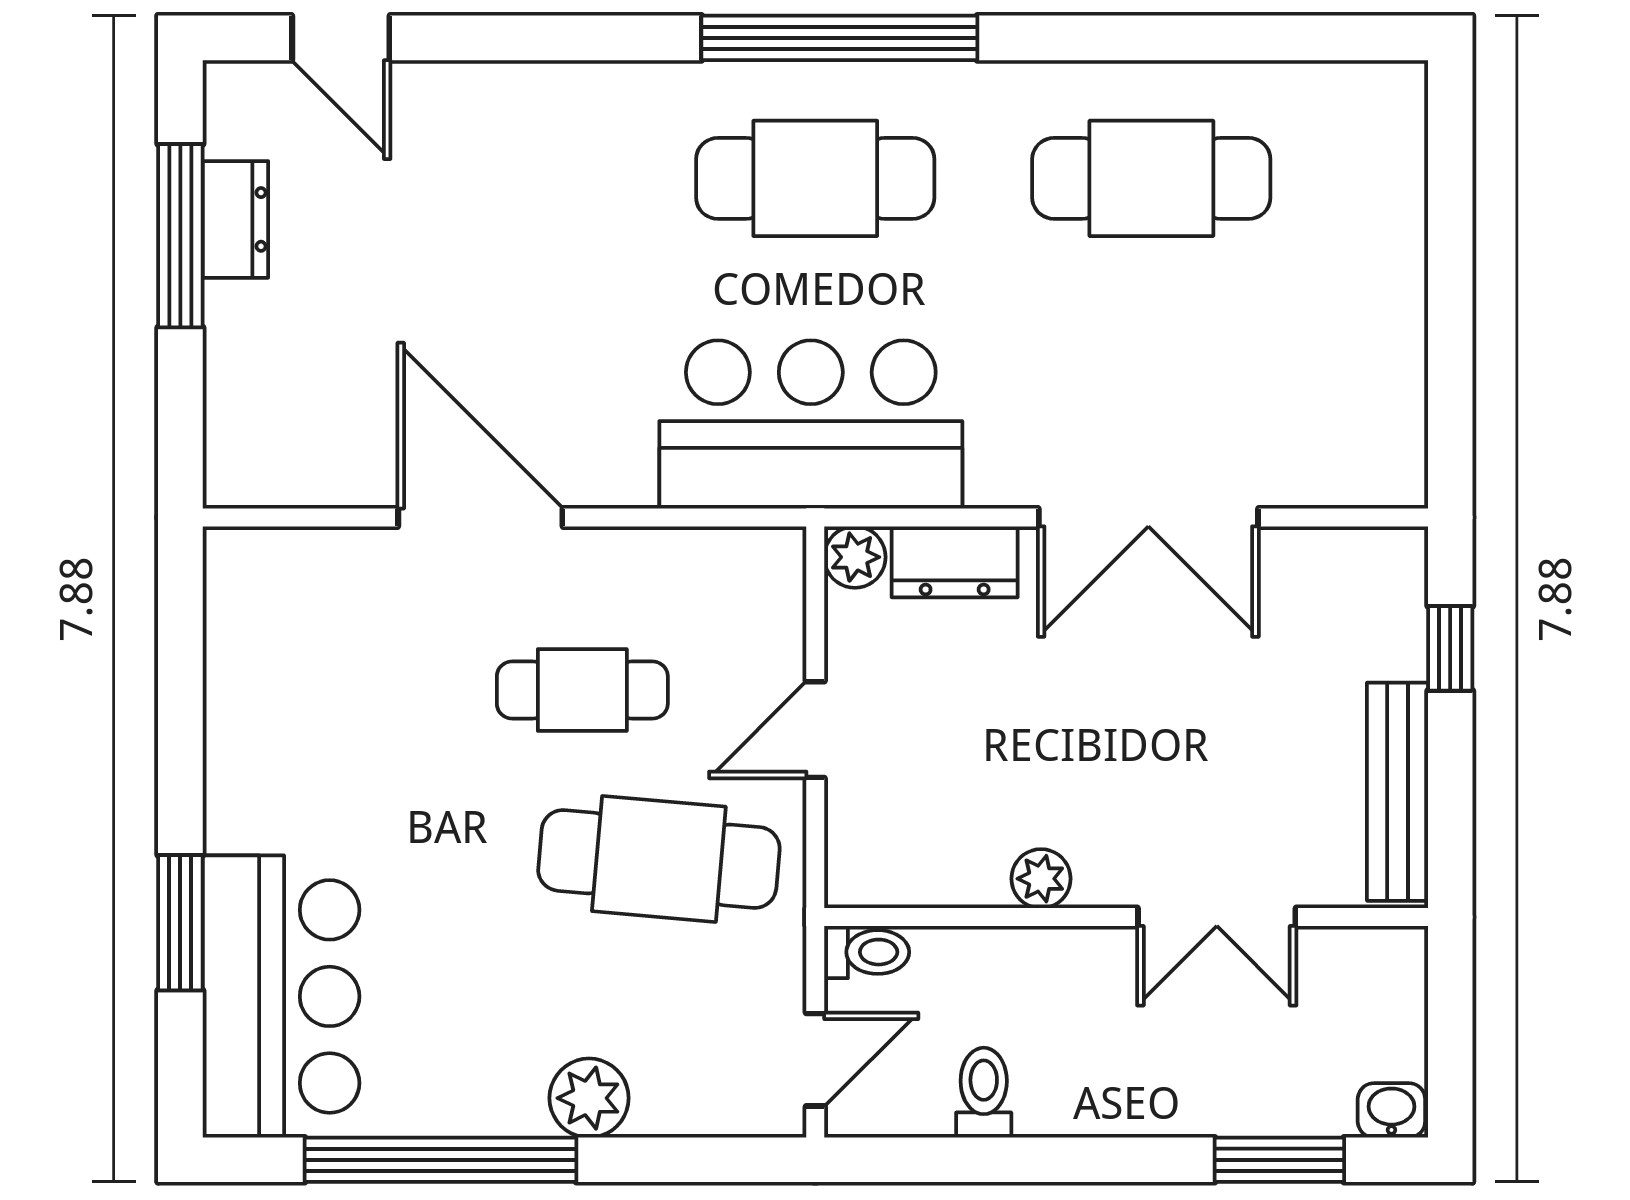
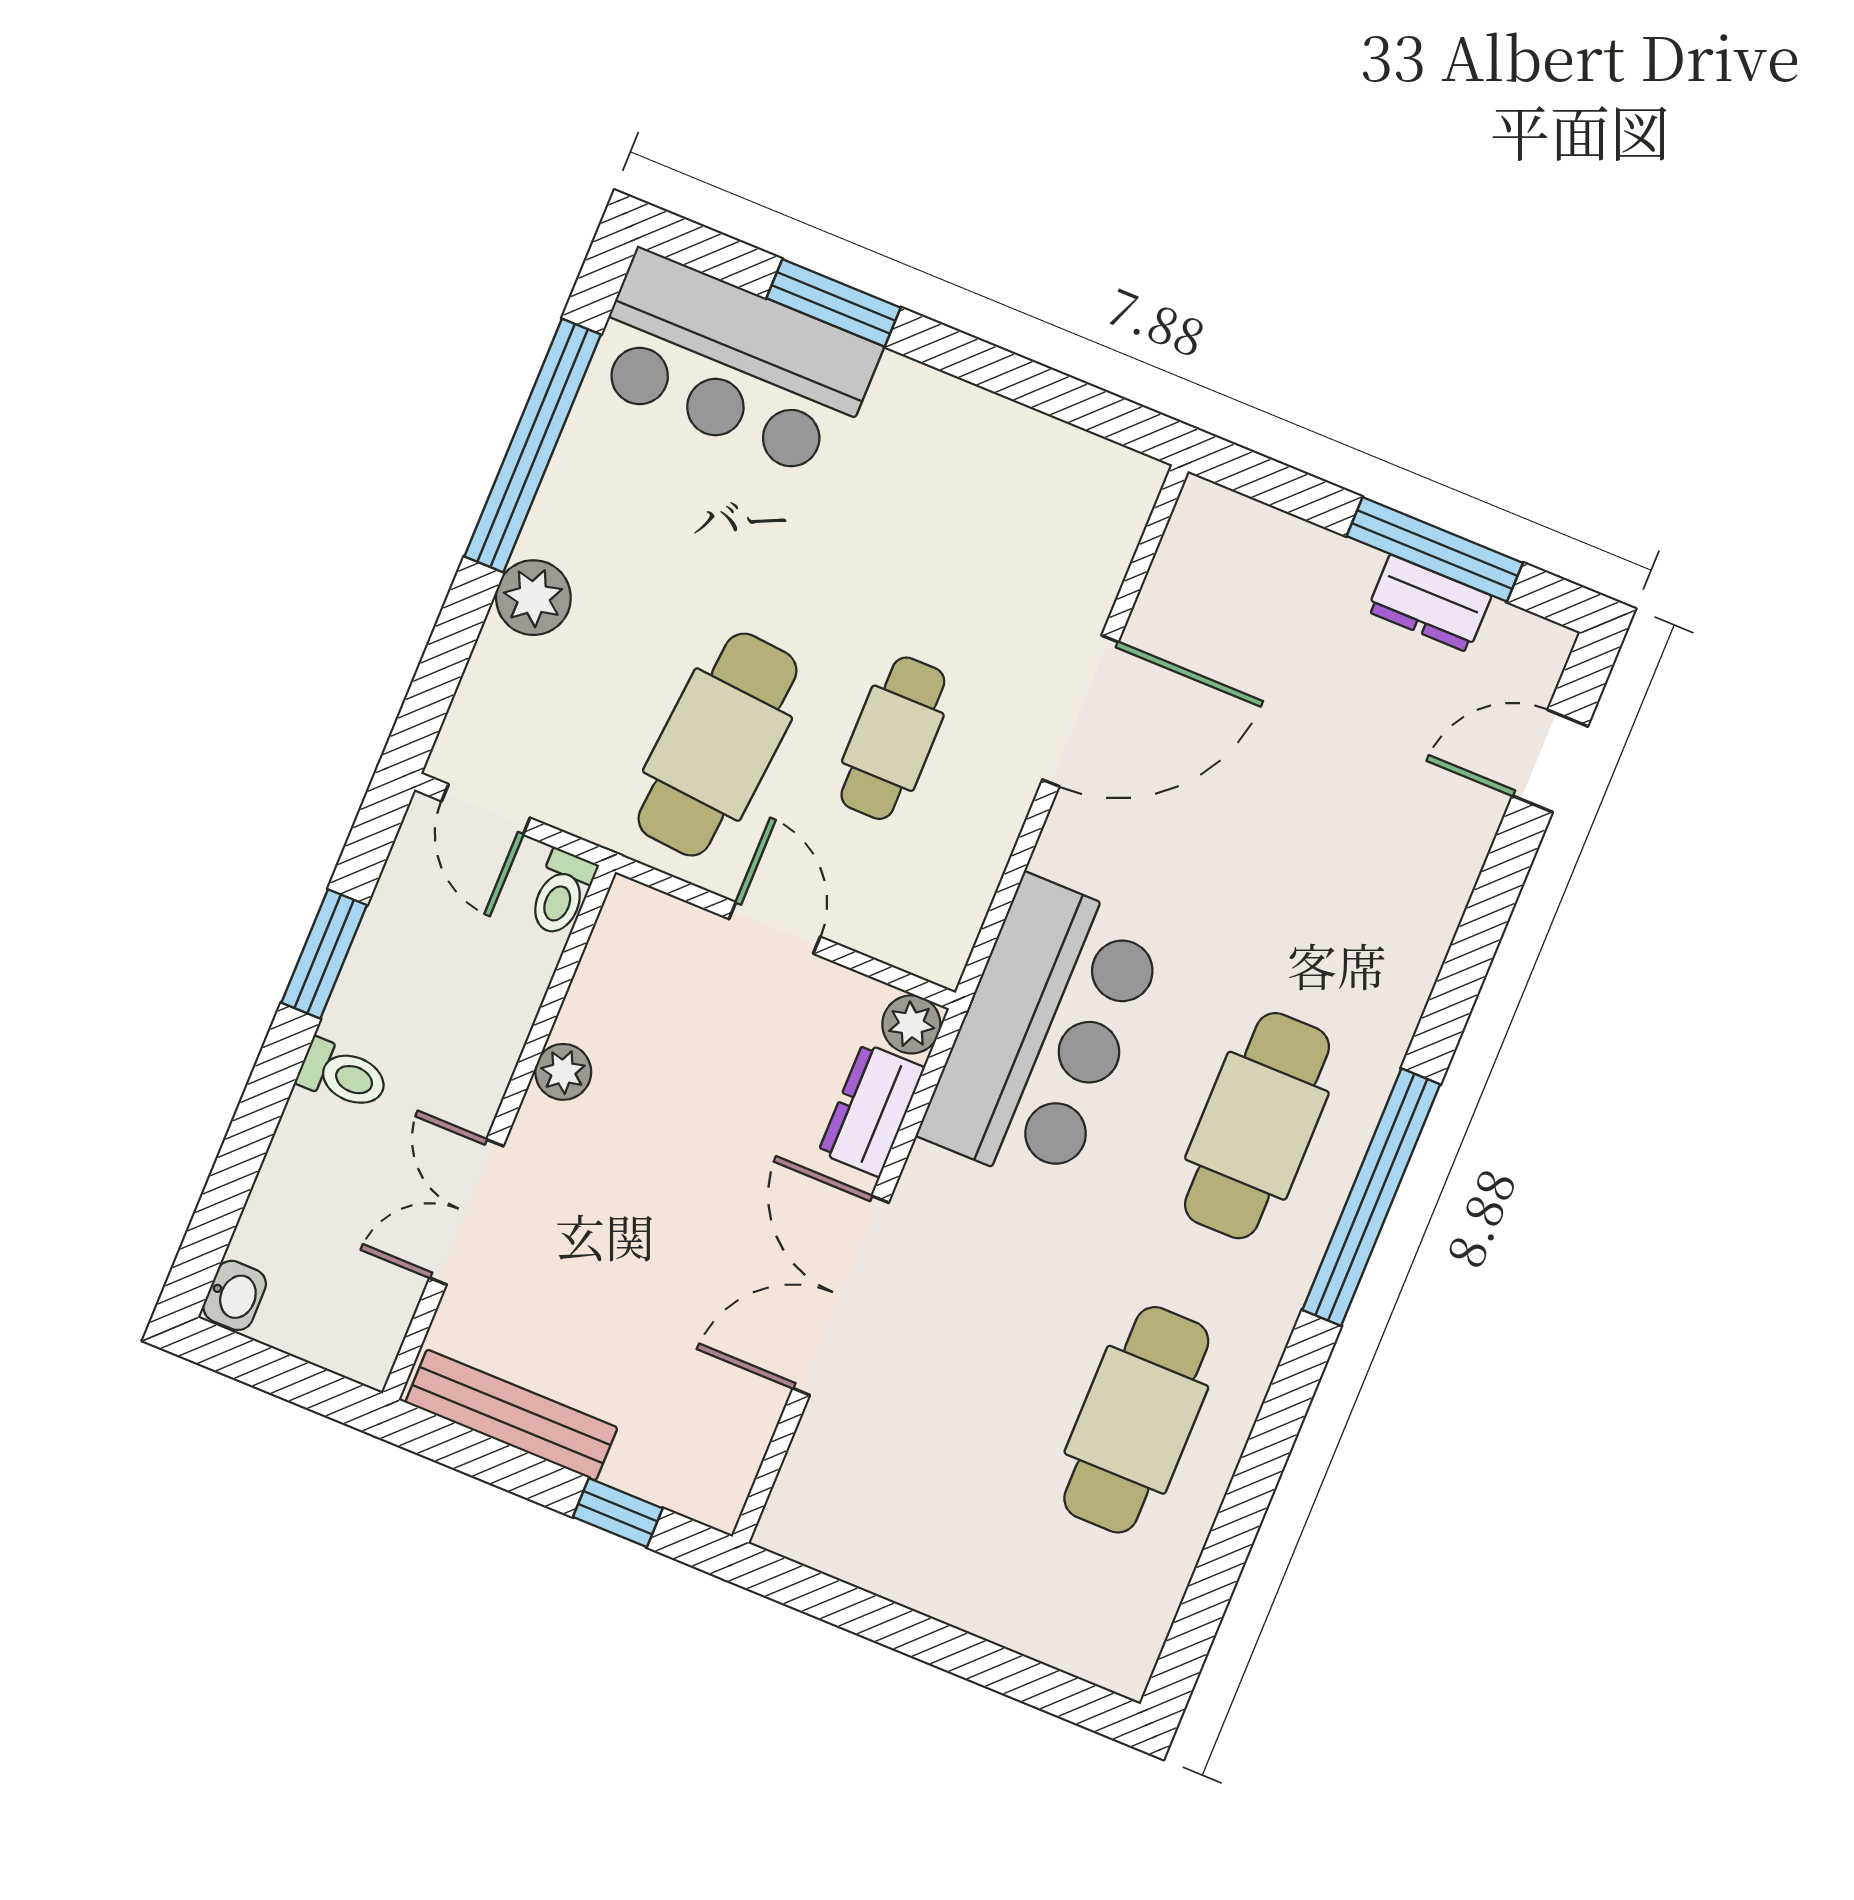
toilet: (984, 1093) -> (343, 1075), moved
window: (1279, 1160) -> (324, 954), moved

